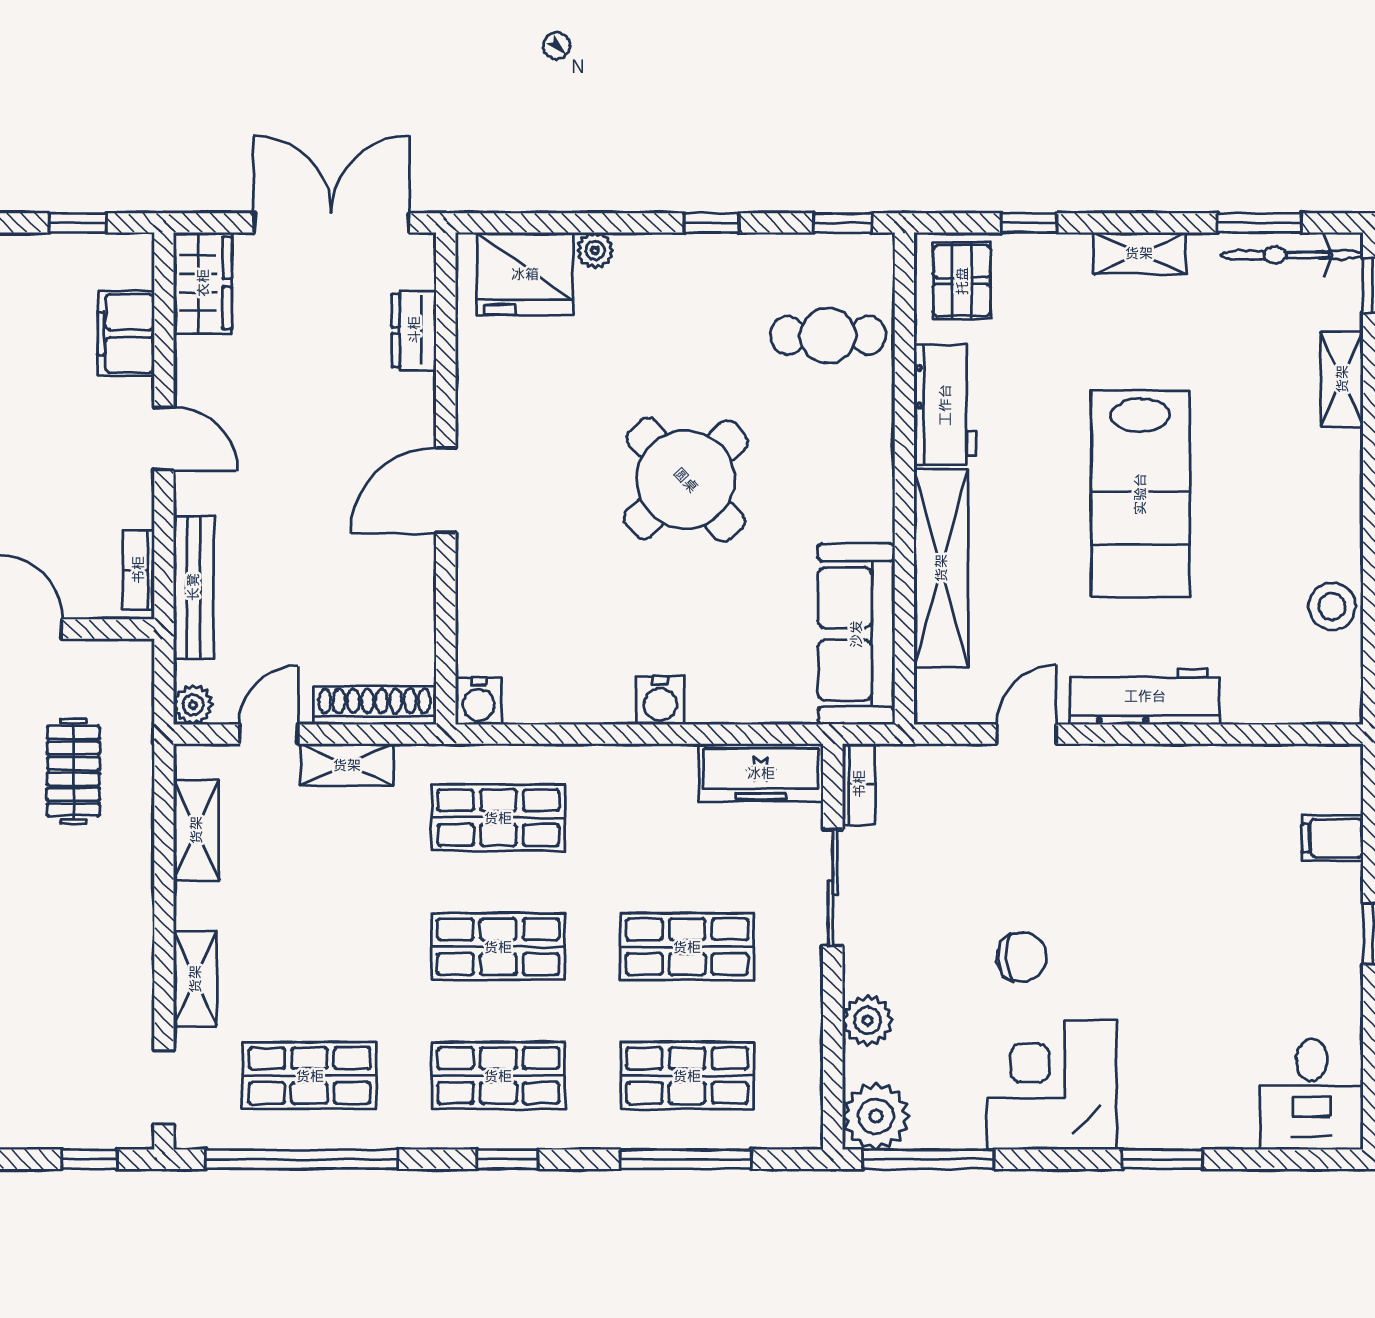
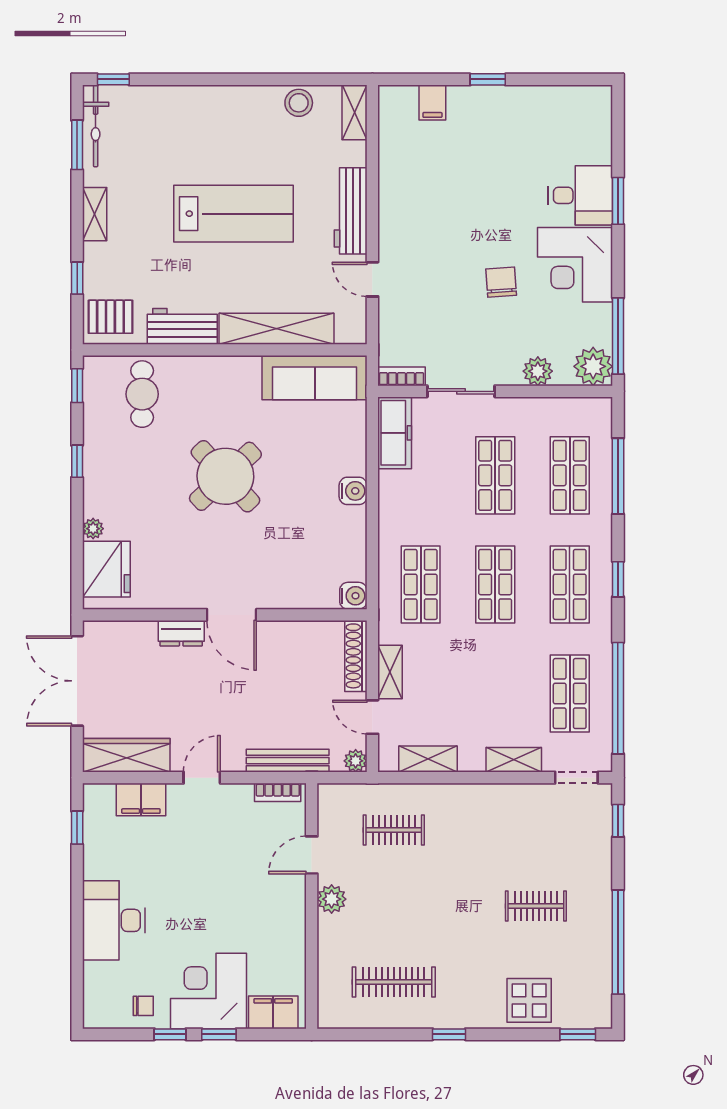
wardrobe: (203, 283) -> (126, 755), width x1.50
dresser: (414, 330) -> (181, 633), moved
shelving: (1342, 379) -> (355, 112), moved, turned 90
desk: (1312, 1094) -> (580, 195), moved

